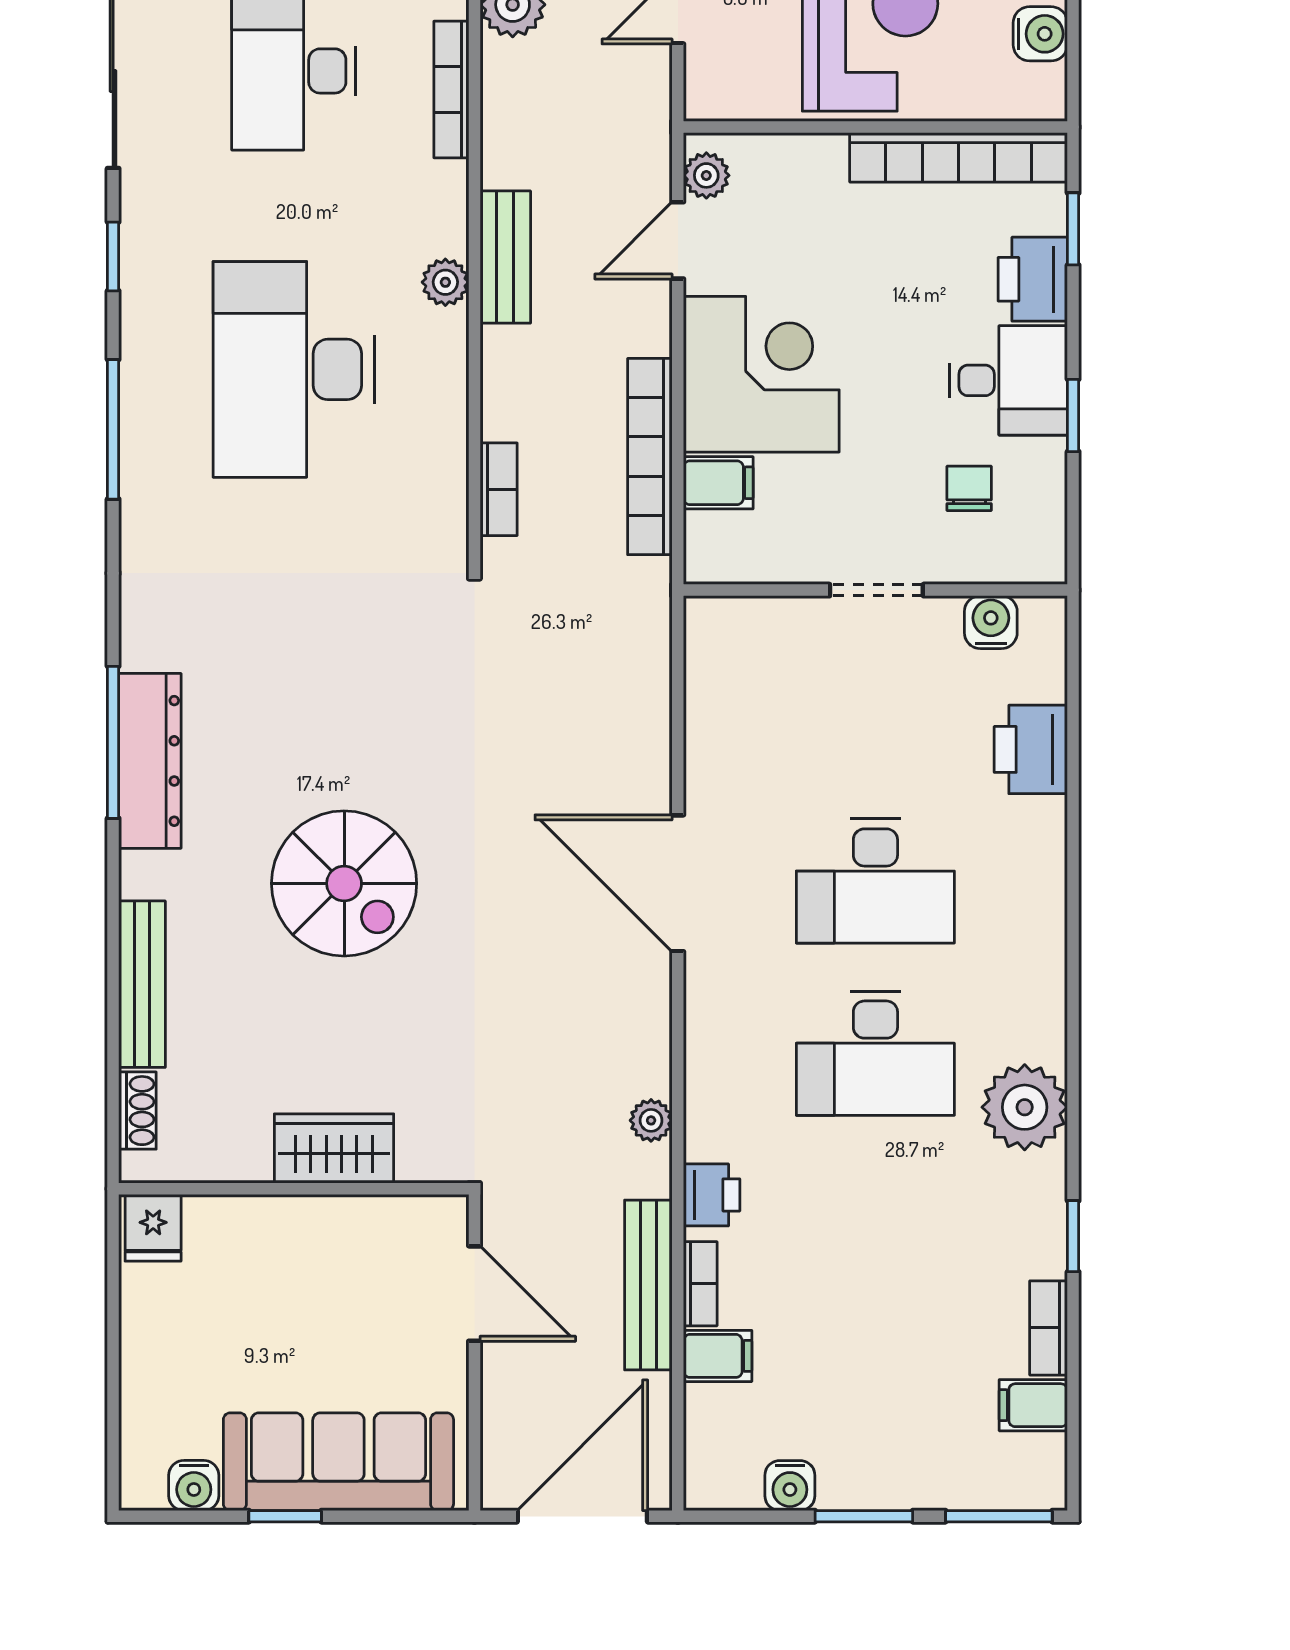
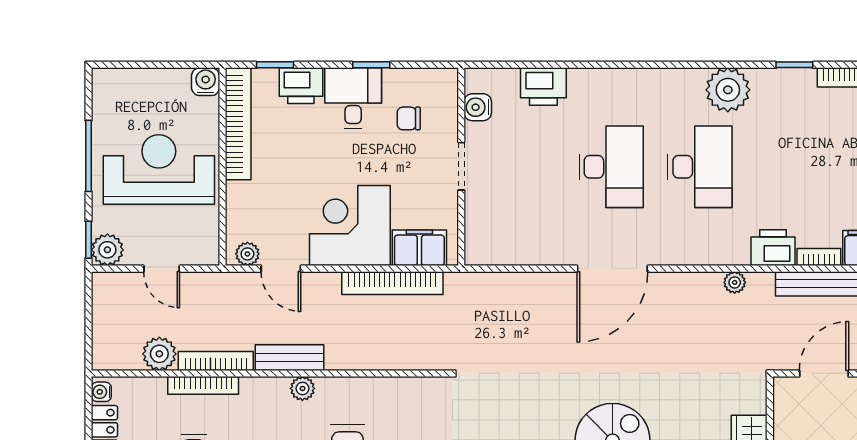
water cooler: (1040, 34) -> (206, 82), moved
filing cabinet: (718, 483) -> (419, 248), width x2.00
bookcase: (499, 489) -> (216, 361), moved, width x1.56
printer: (712, 1195) -> (773, 248), width x1.36, depth x1.24

